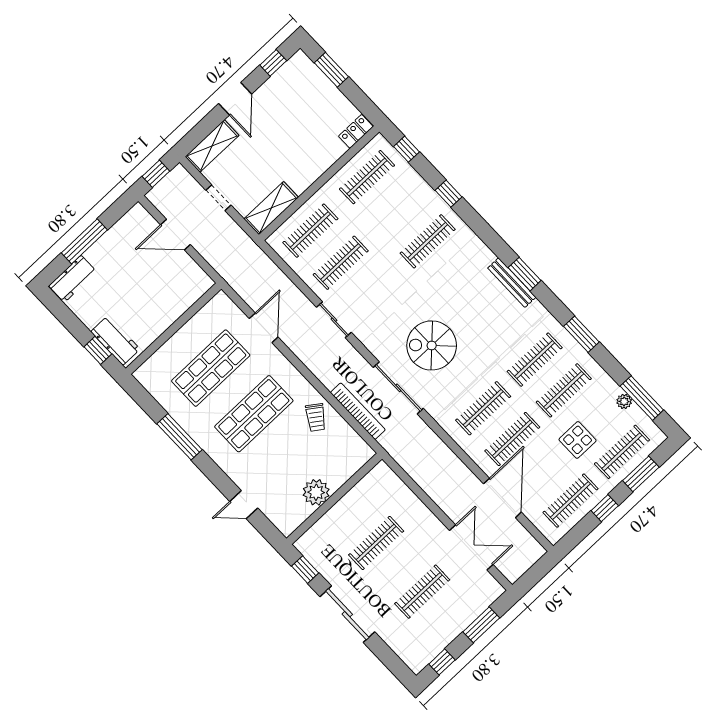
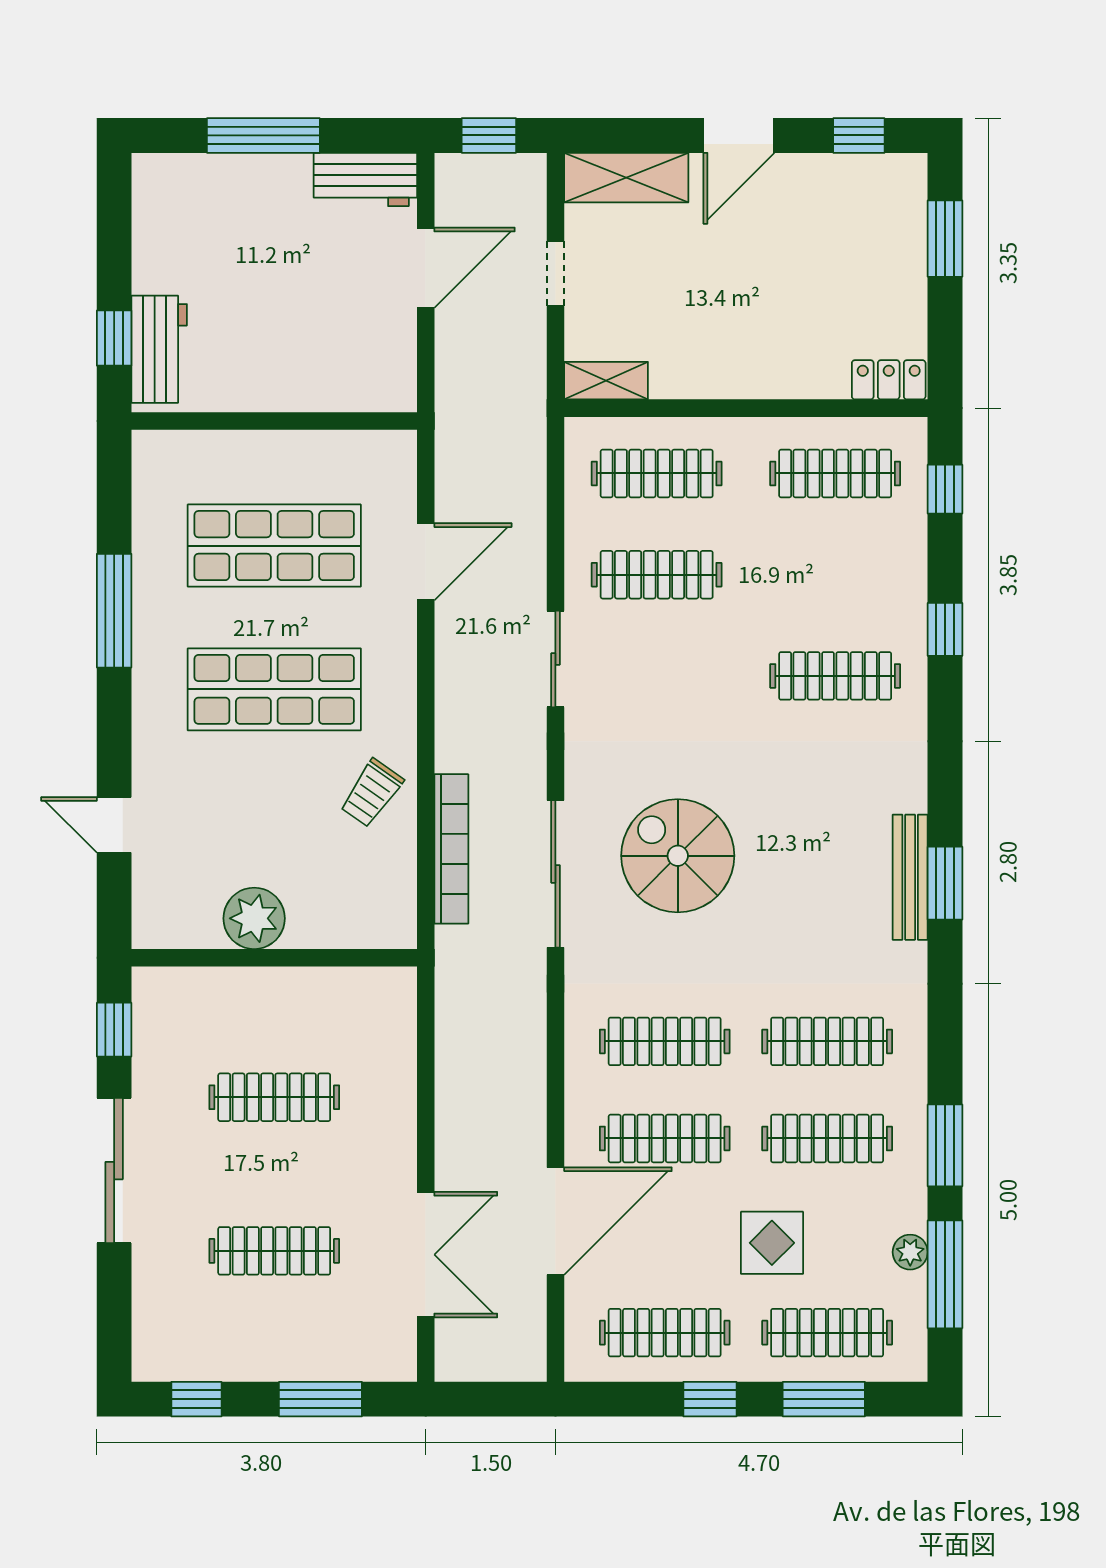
shelving: (271, 208) -> (606, 381), width x0.67, depth x0.75
door: (175, 235) -> (426, 268), swing flipped
workbench: (73, 279) -> (365, 179), moved
window: (581, 334) -> (945, 1145), moved

